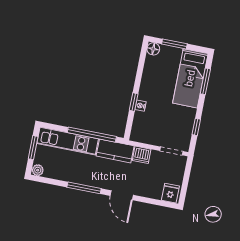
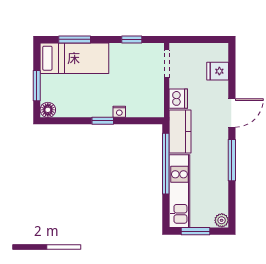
window: (134, 102) -> (103, 121), moved
fridge: (170, 193) -> (218, 71), moved

